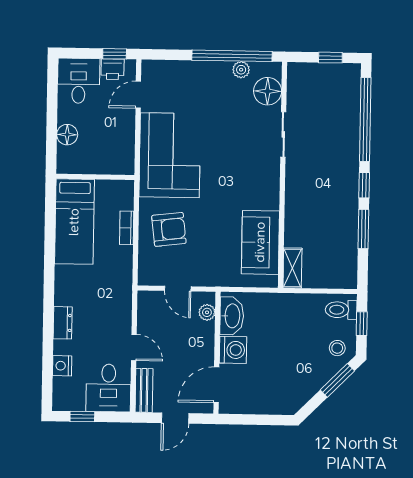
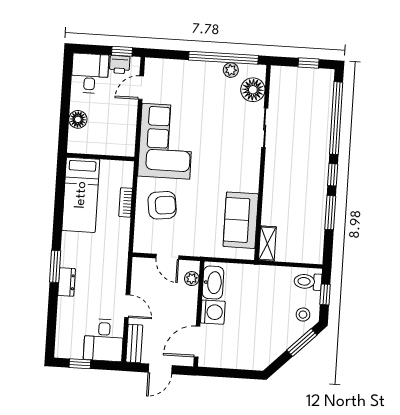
window: (49, 305) -> (55, 266), added
nightstand: (62, 366) -> (64, 319), removed

